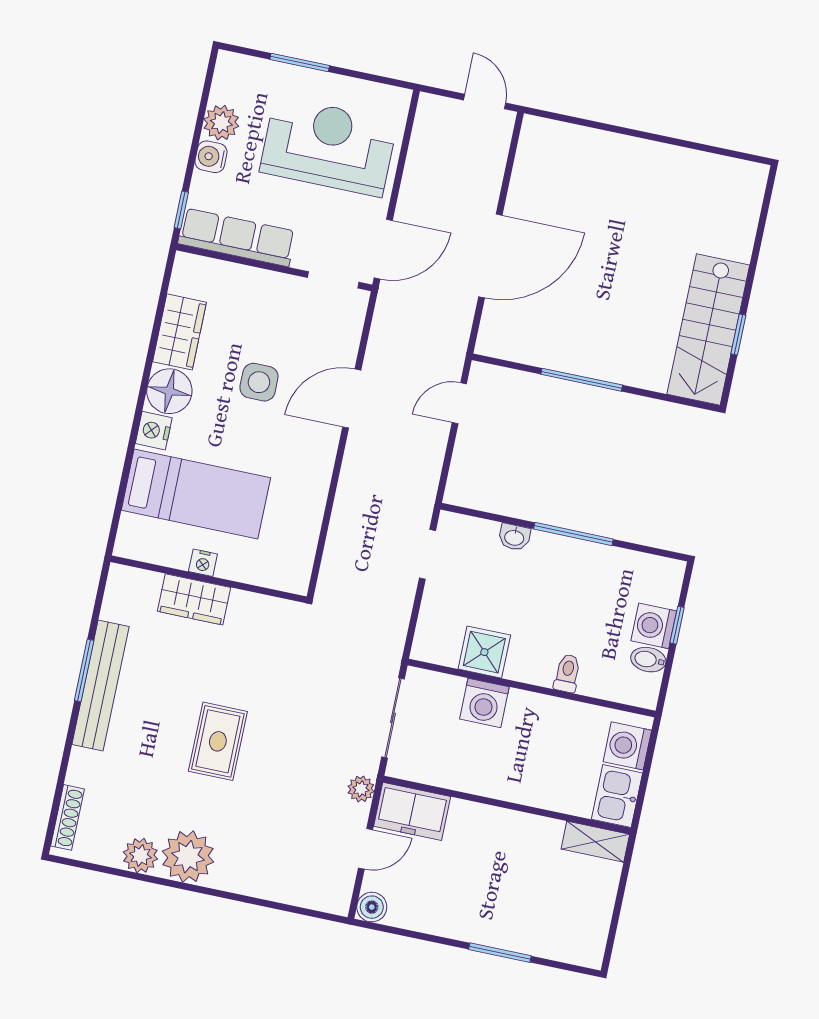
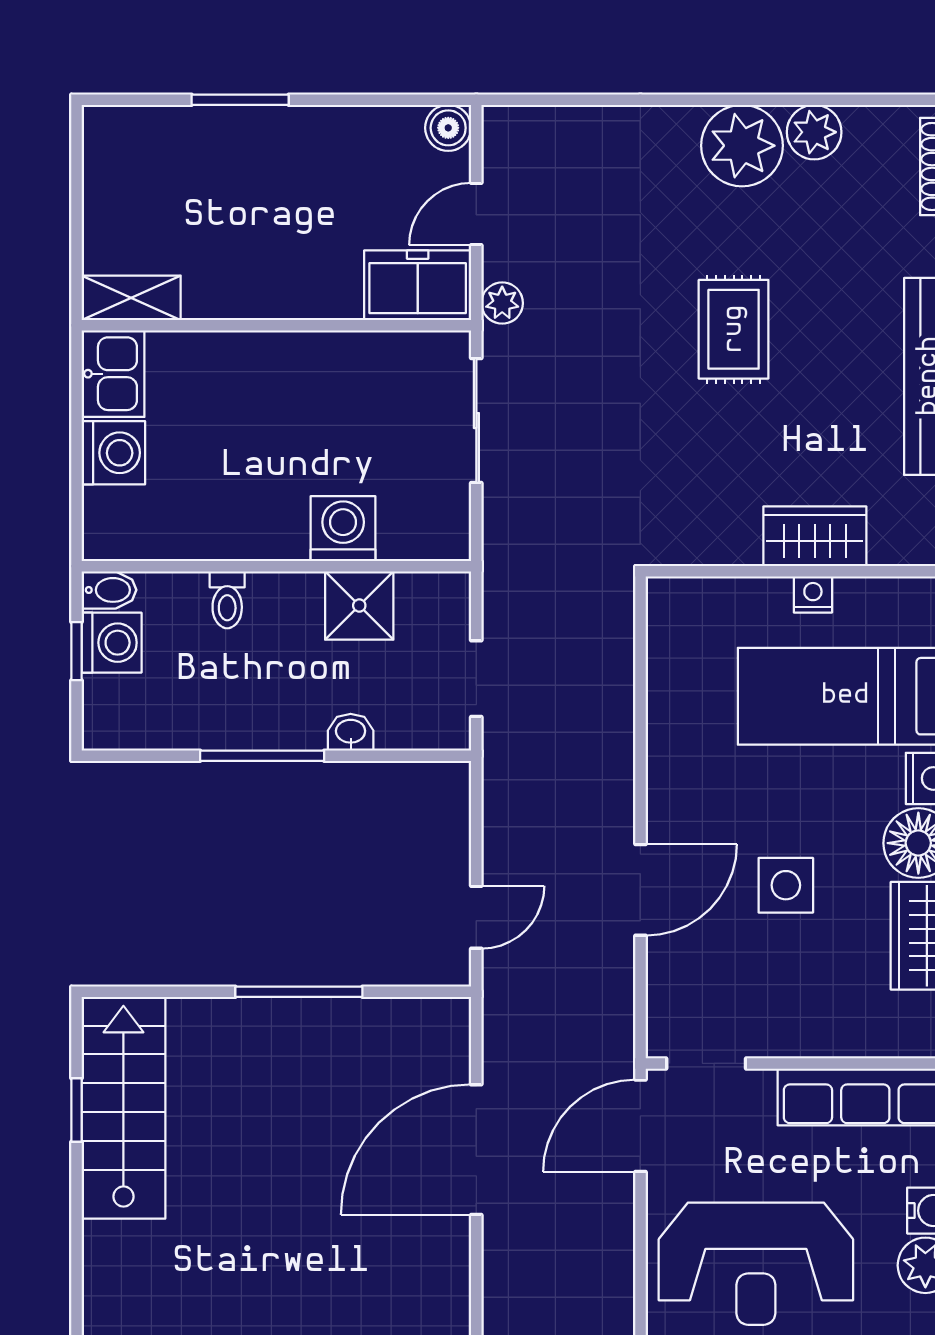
shower: (484, 652) -> (359, 605), moved
toilet: (567, 673) -> (227, 600), moved
wall: (532, 688) -> (276, 566), moved
washing machine: (484, 703) -> (343, 529), moved

